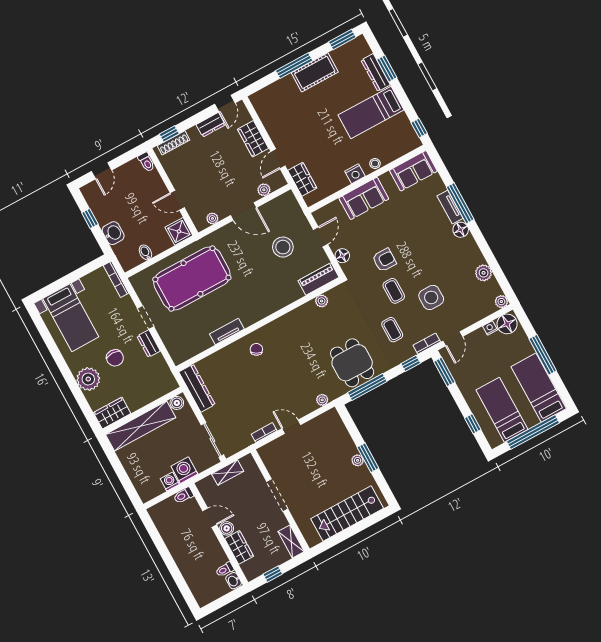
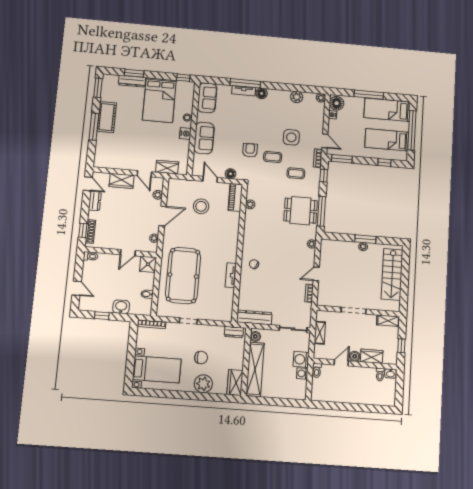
bed: (371, 112) -> (159, 100), width x1.50
dresser: (149, 344) -> (234, 332), moved

